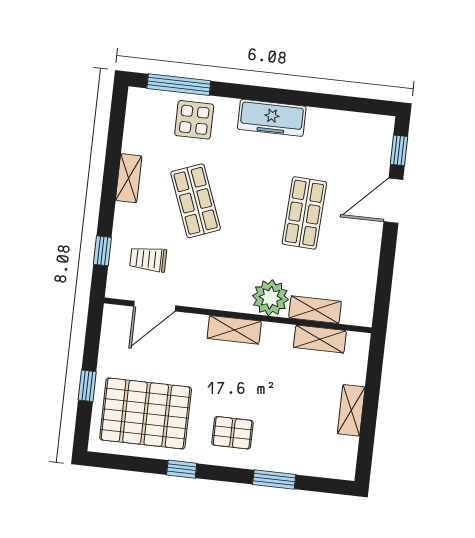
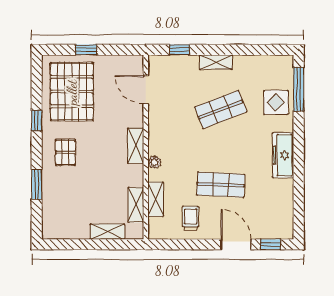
shelving: (129, 178) -> (216, 62), moved
trolley: (148, 259) -> (191, 218), moved
plant: (270, 298) -> (154, 162), width x0.53, depth x0.53
shelving: (351, 410) -> (107, 232), moved

